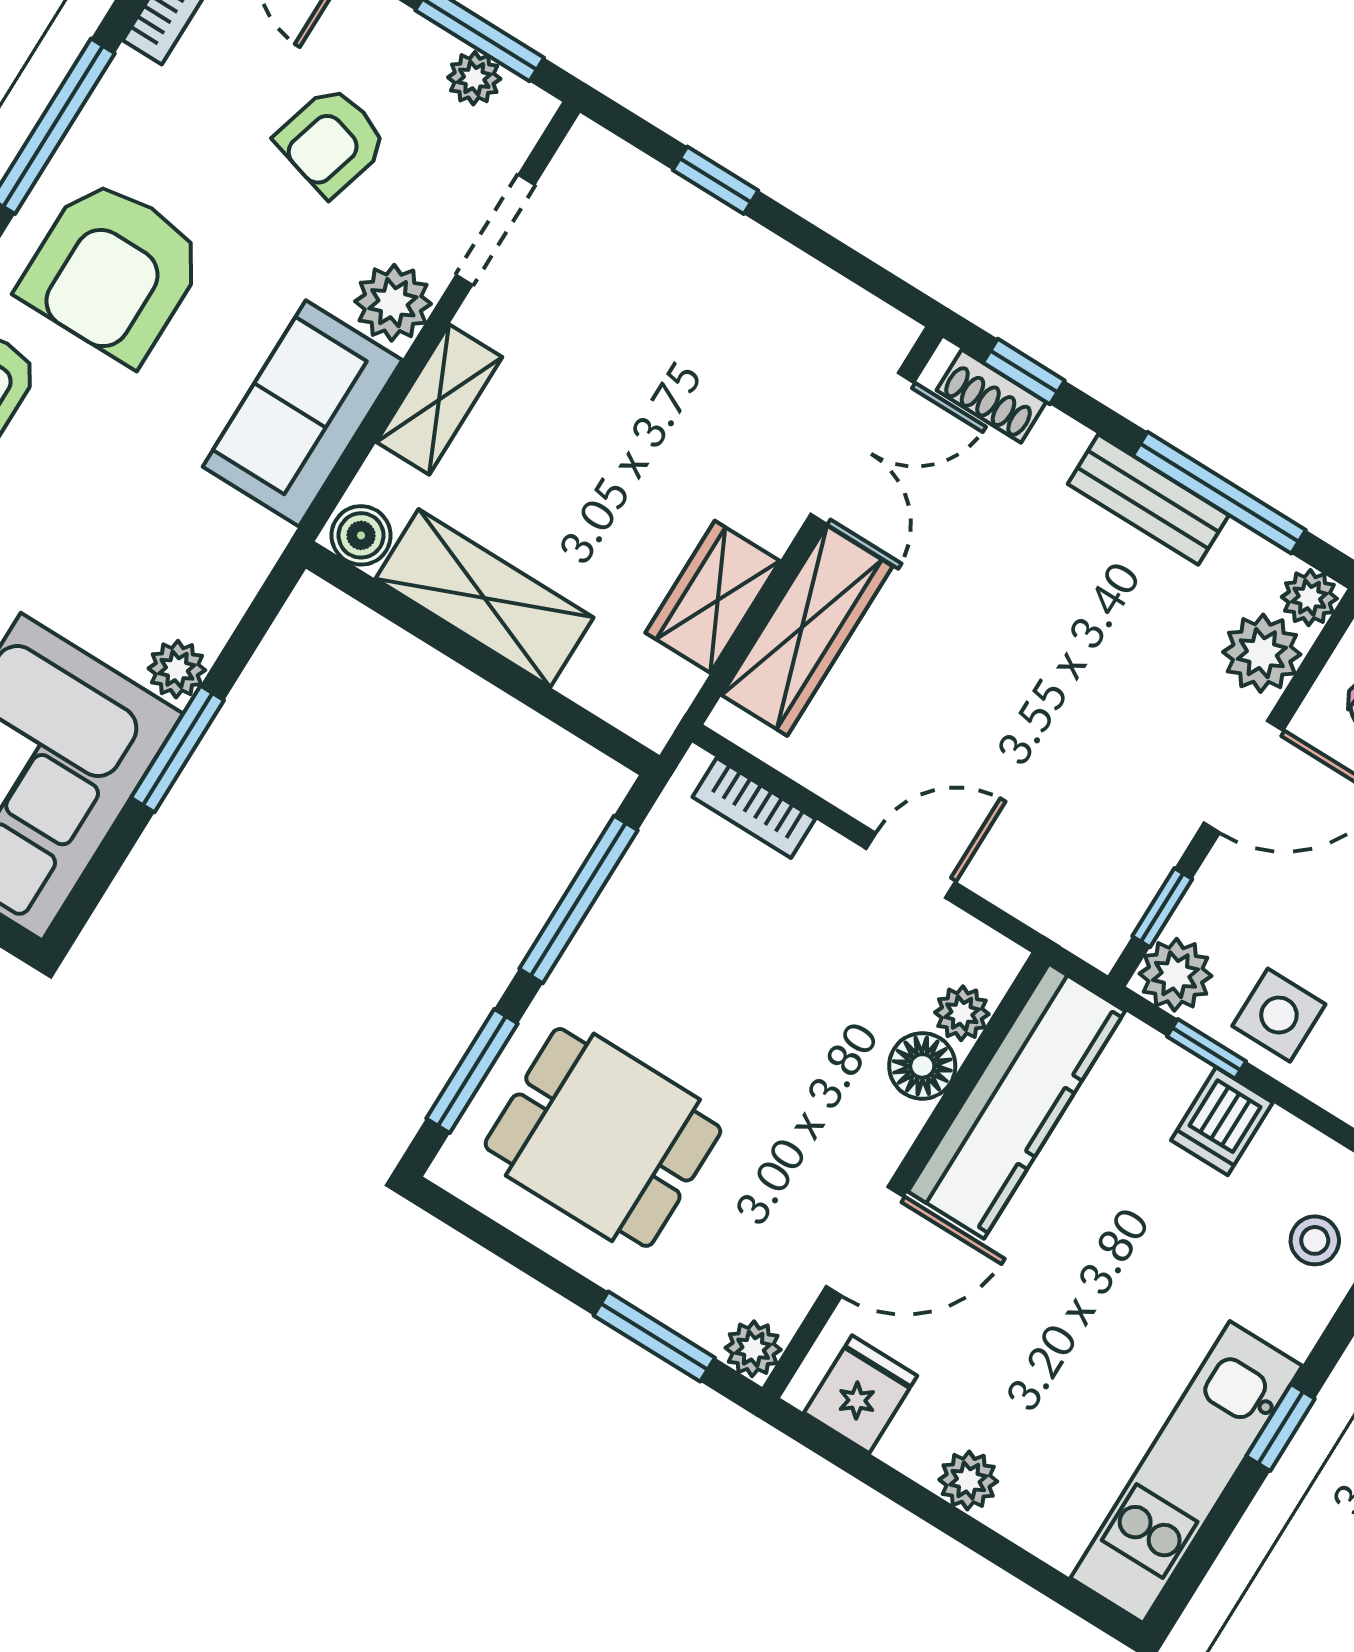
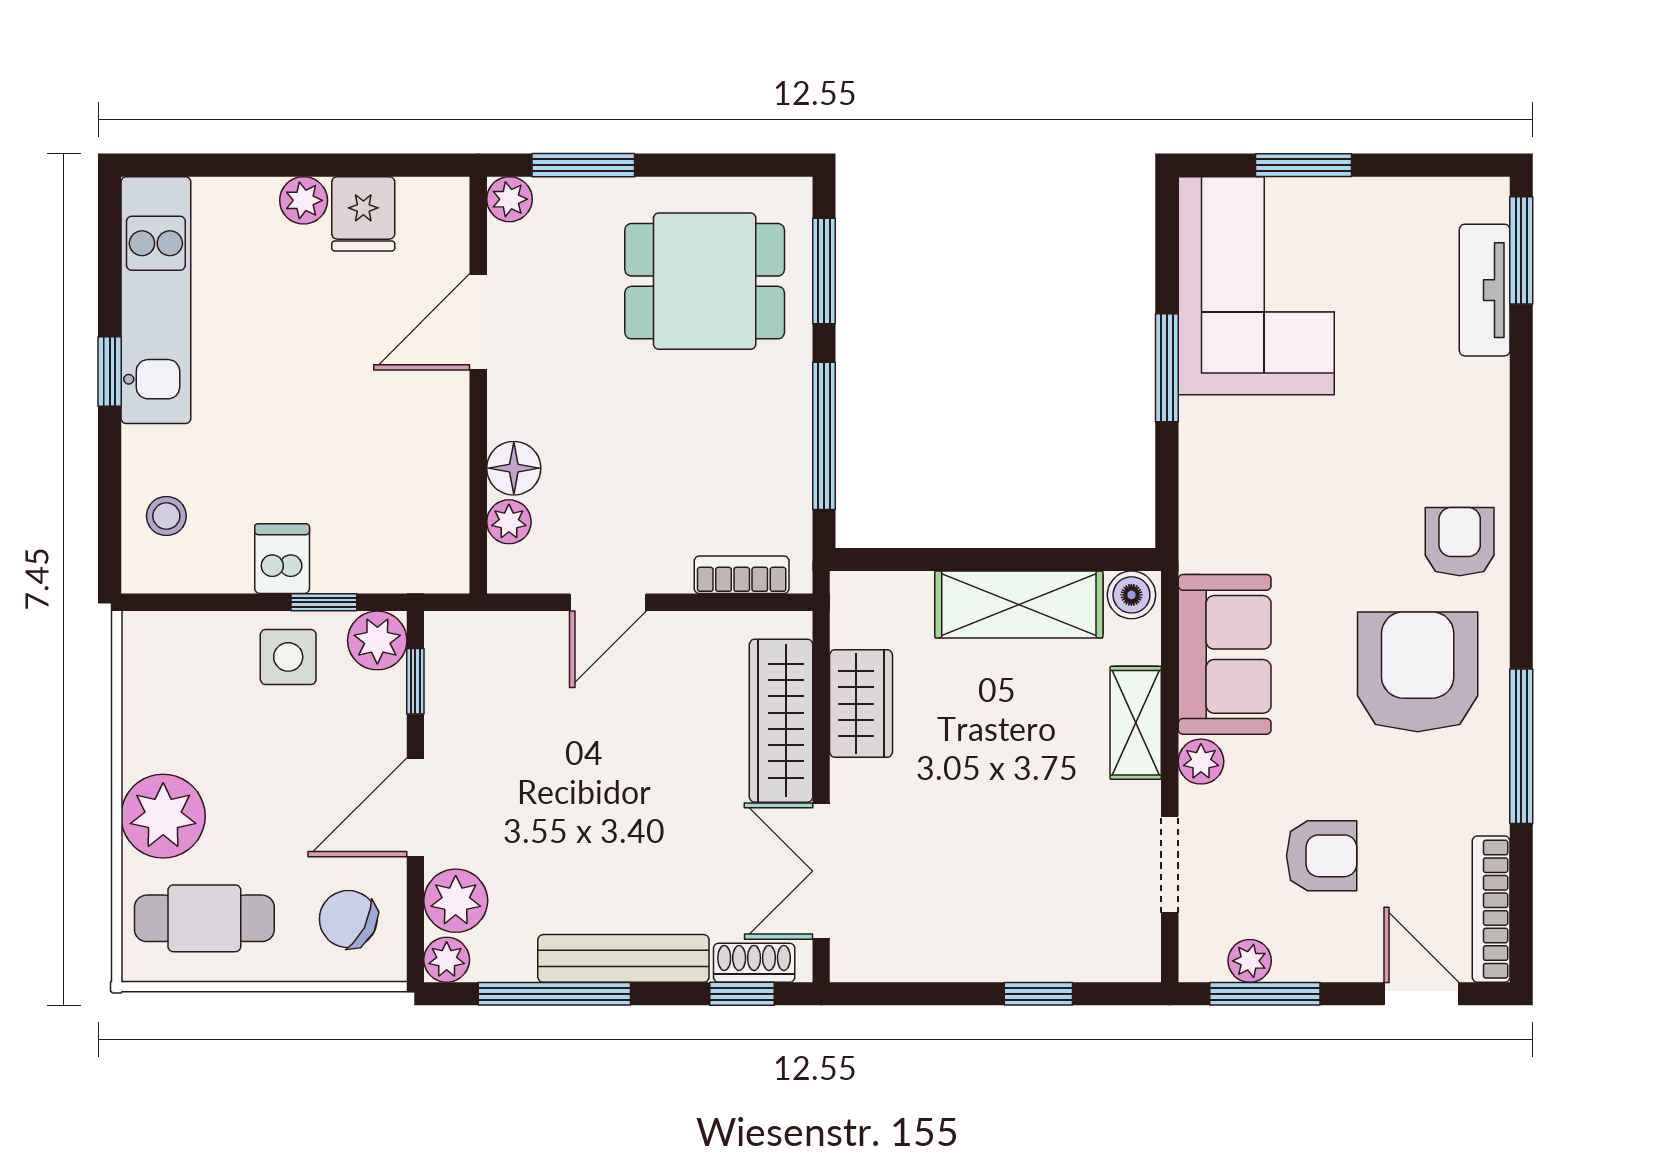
armchair: (332, 141) -> (1322, 856), turned 74
plant: (393, 303) -> (1201, 762), width x0.73, depth x0.73
bench: (1148, 500) -> (623, 958), width x1.36
plant: (177, 669) -> (1202, 423), removed
kitchen counter: (1017, 1101) -> (433, 484), removed
fridge: (861, 1394) -> (363, 214), moved

